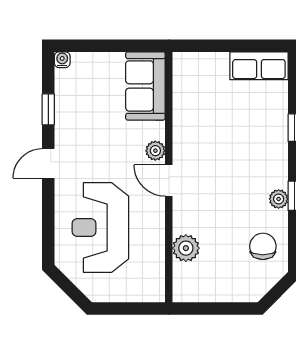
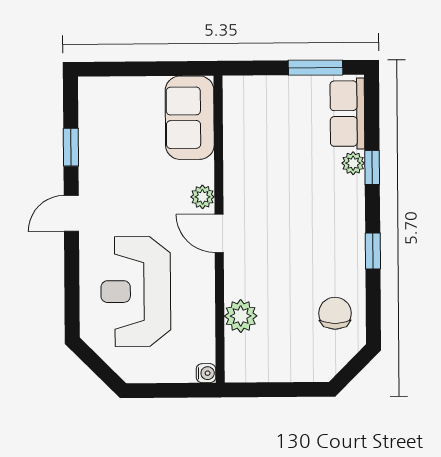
window: (248, 46) -> (316, 68), added
water cooler: (62, 60) -> (206, 373), moved, turned 90
row of seats: (259, 66) -> (347, 114), moved, turned 90
plant: (279, 199) -> (353, 163), moved

